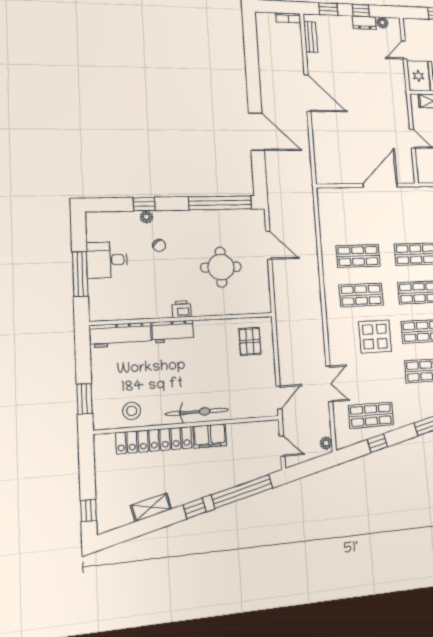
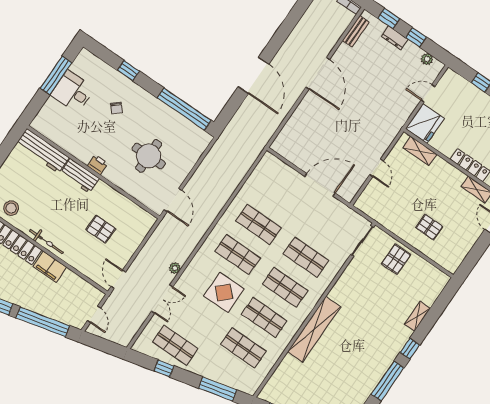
dresser: (364, 23) -> (395, 38), moved
plant: (146, 217) -> (123, 81), removed
door: (269, 245) -> (173, 200), moved
window: (80, 274) -> (56, 75), moved
pallet: (250, 341) -> (101, 229), moved, turned 90
door: (279, 397) -> (118, 279), swing flipped
bicycle: (197, 412) -> (46, 242), width x0.73, depth x0.71
plant: (326, 443) -> (175, 268), moved

